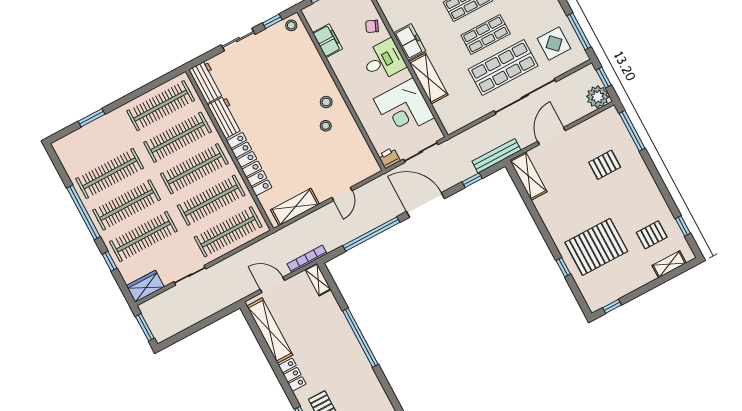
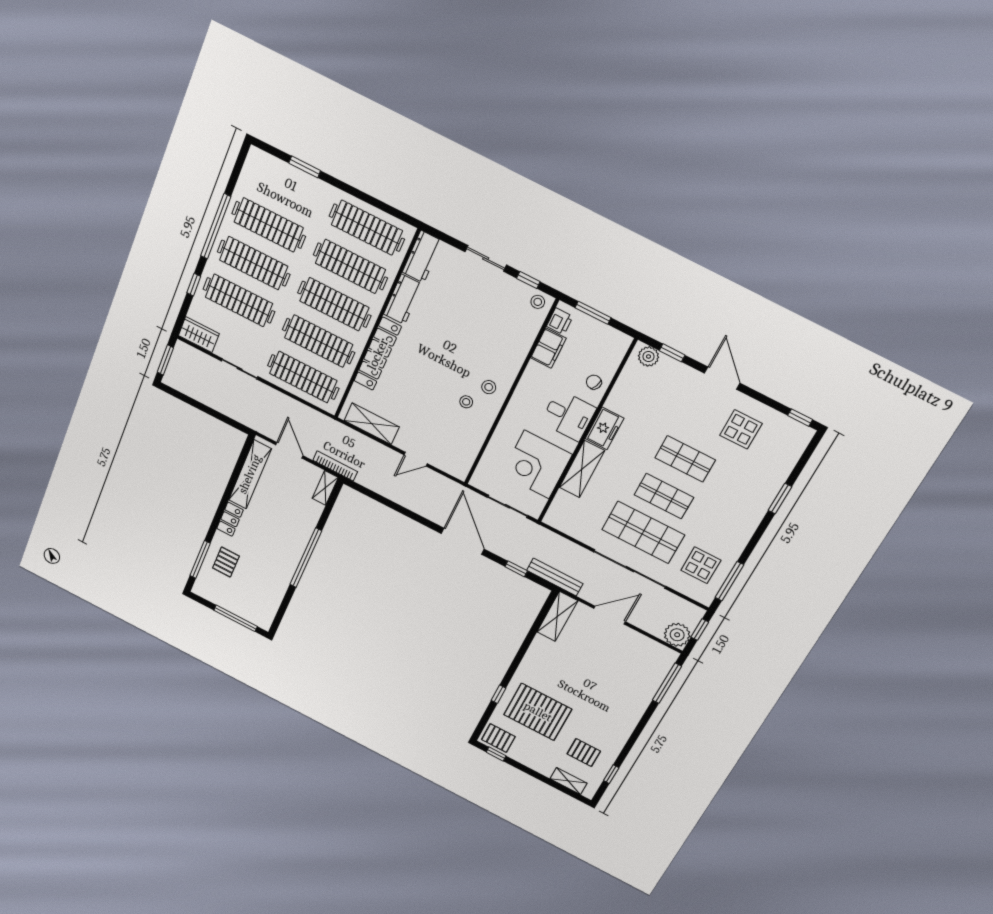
printer: (389, 158) -> (560, 321), moved, turned 90
pallet: (605, 165) -> (498, 738), moved
window: (371, 234) -> (401, 509), removed

